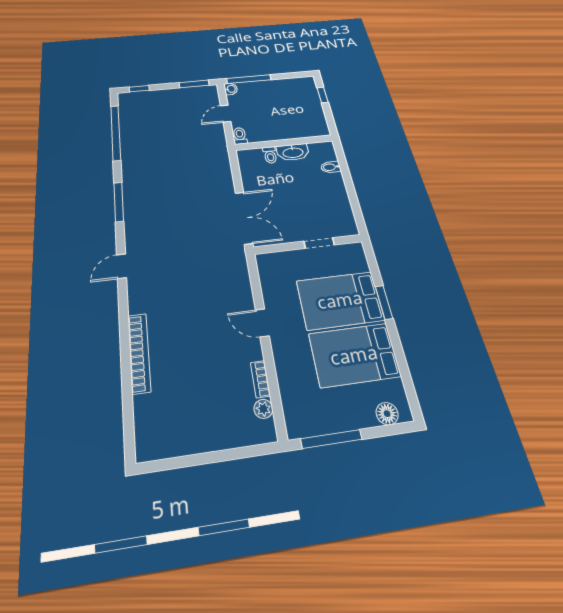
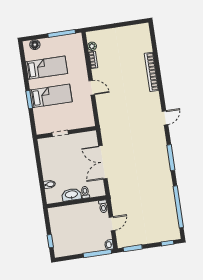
double door: (244, 218) -> (103, 162), moved
bed: (340, 300) -> (51, 96), width x0.67
bed: (354, 355) -> (47, 68), width x0.67

